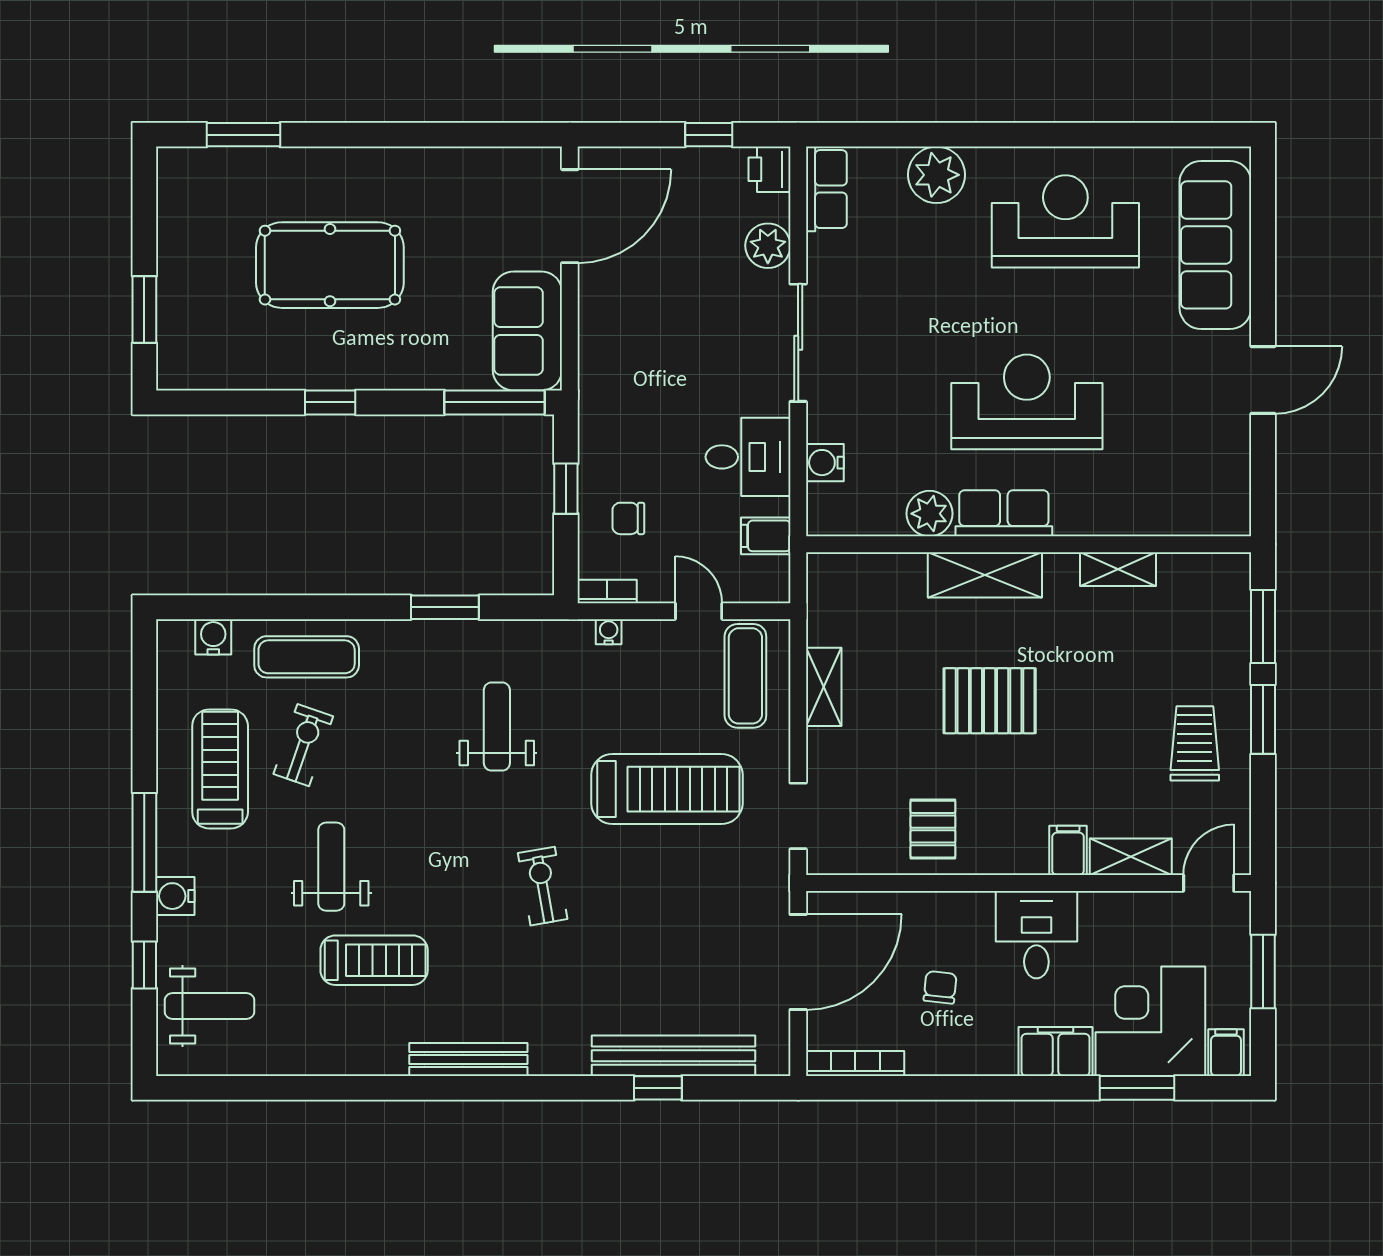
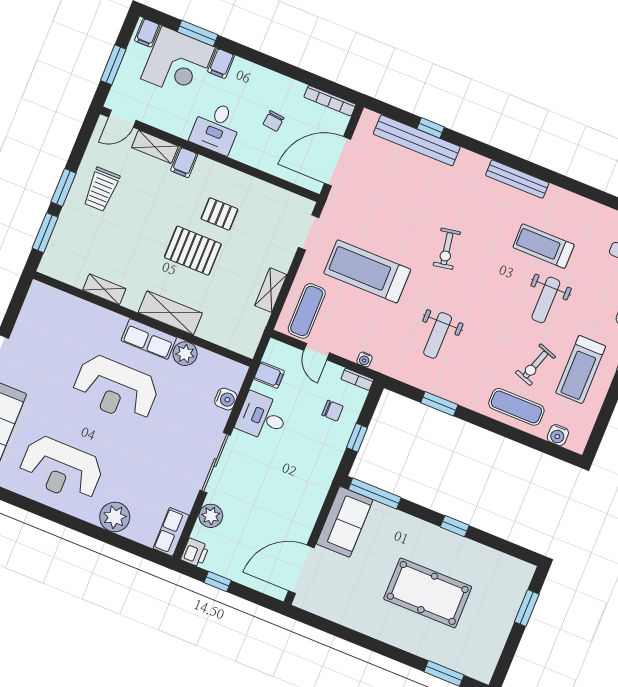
pallet: (933, 829) -> (219, 214), moved, turned 90
filing cabinet: (1056, 1051) -> (221, 63), width x0.50

